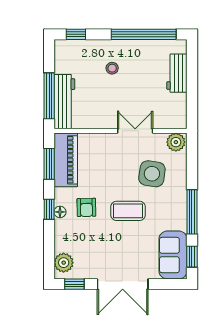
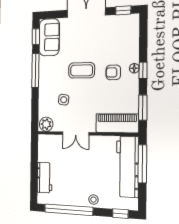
stool: (112, 68) -> (93, 200), moved
workbench: (64, 102) -> (127, 167), width x1.36, depth x1.32
piano: (66, 160) -> (117, 123), moved, turned 90
side table: (152, 174) -> (64, 100), width x0.54, depth x0.54
armchair: (86, 207) -> (113, 72), turned -89
plant: (64, 263) -> (132, 27), removed

